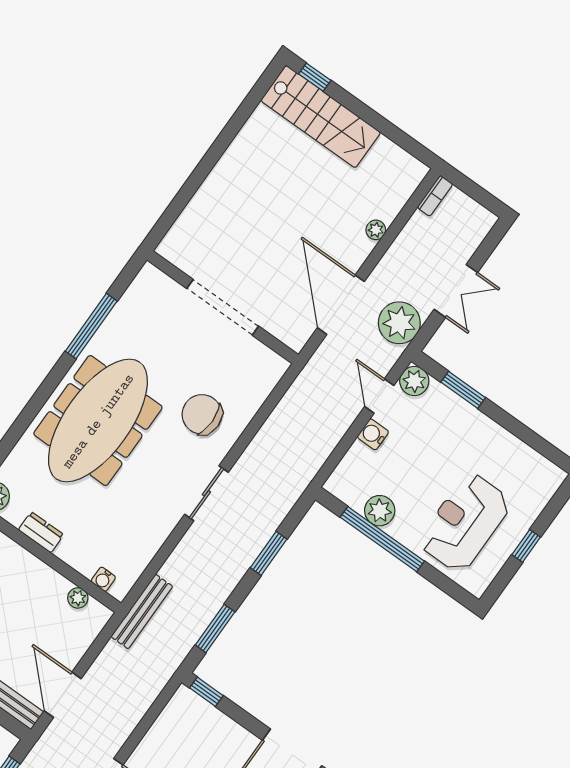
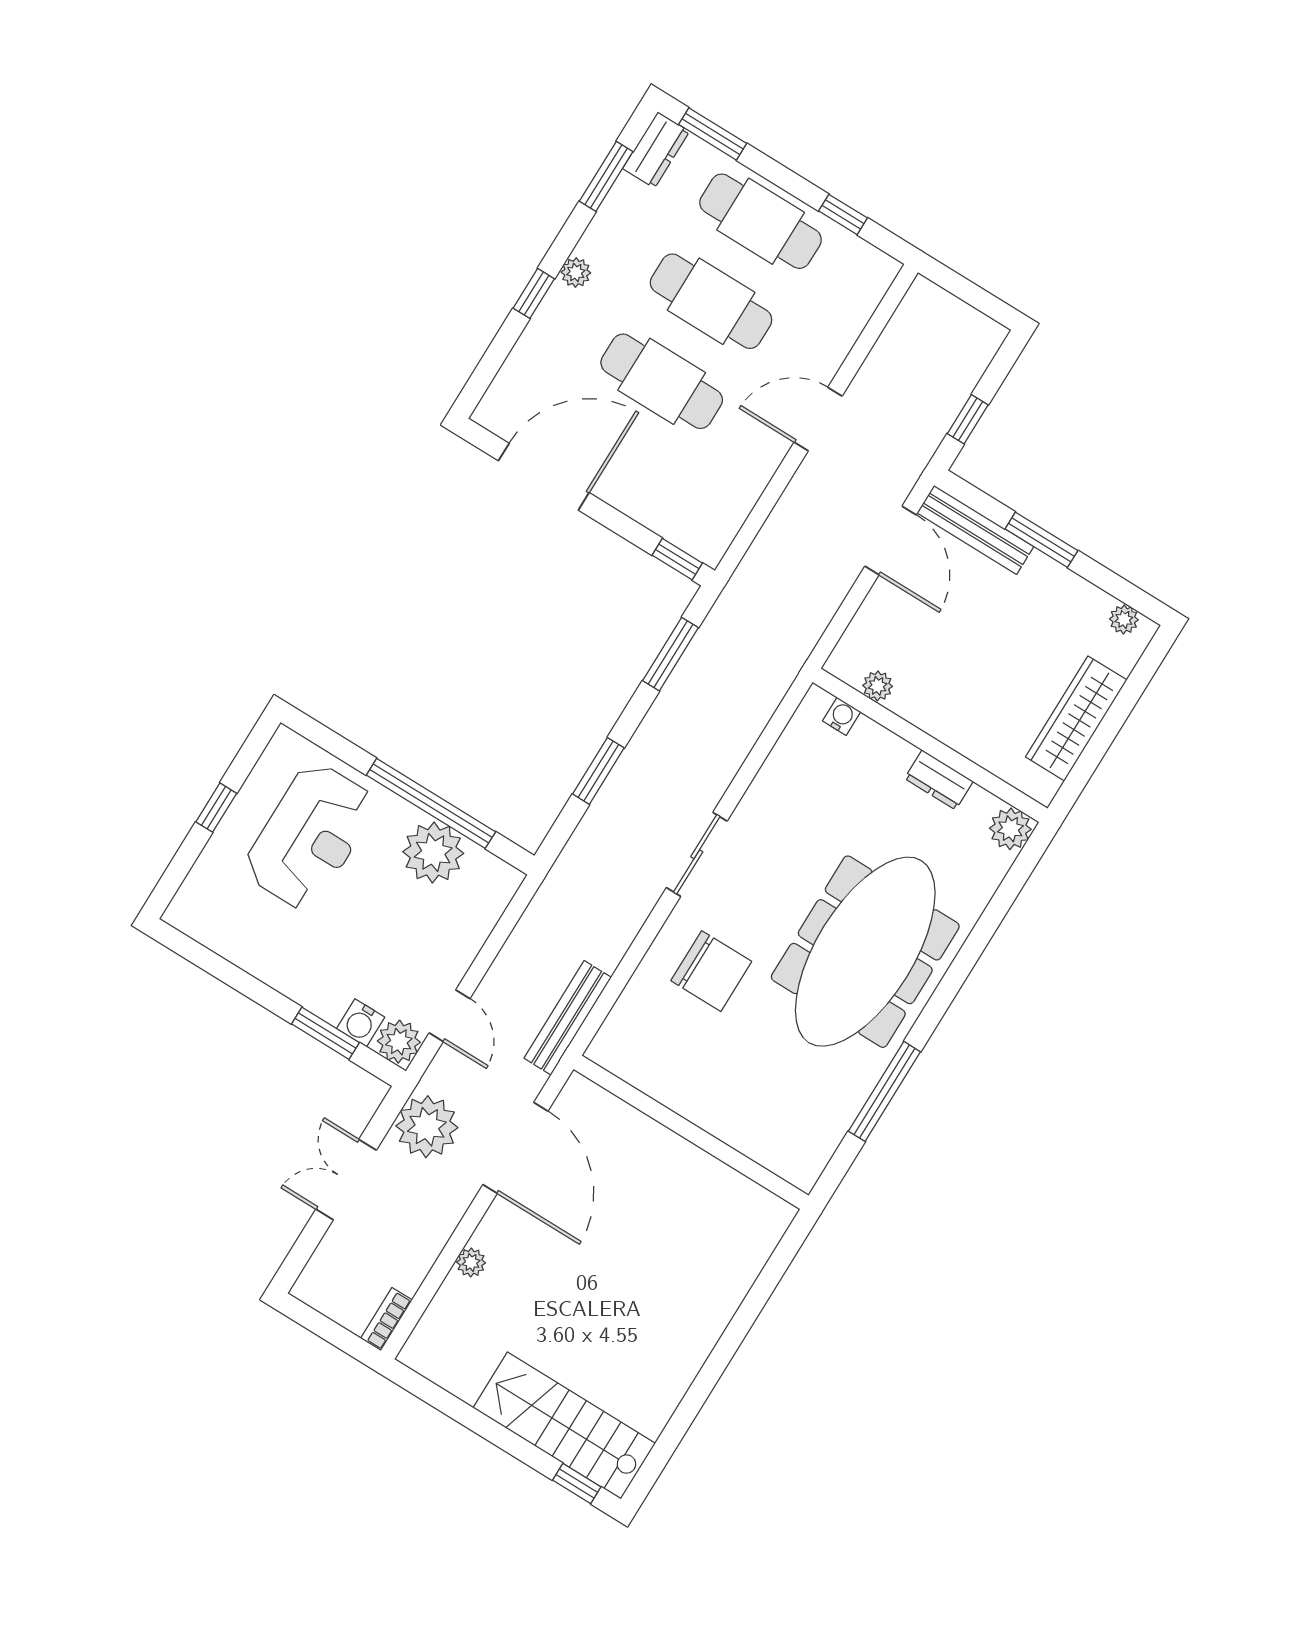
doorway: (223, 307) -> (691, 1132), removed
water cooler: (373, 434) -> (361, 1023), moved, turned 90
plant: (380, 511) -> (433, 852), width x1.36, depth x1.36
bench: (142, 611) -> (568, 1018), moved

